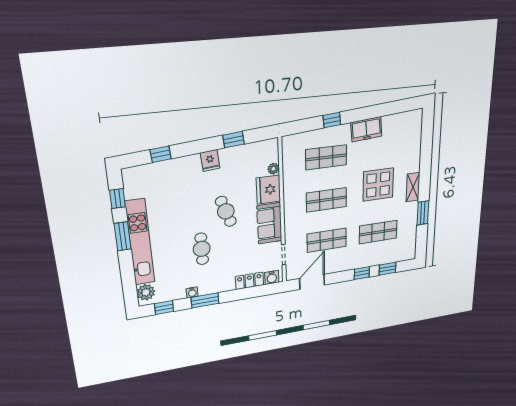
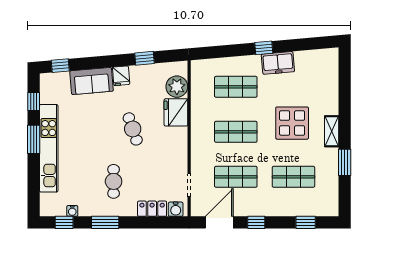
window: (332, 120) -> (264, 48), moved
window: (161, 154) -> (60, 66), moved
plant: (273, 169) -> (177, 87), width x1.87, depth x1.87
sofa: (269, 223) -> (92, 81), moved, turned -95
cafe table: (202, 249) -> (114, 181), moved
window: (362, 273) -> (256, 222), moved
plant: (146, 292) -> (48, 202), removed
water cooler: (192, 292) -> (72, 211), moved

